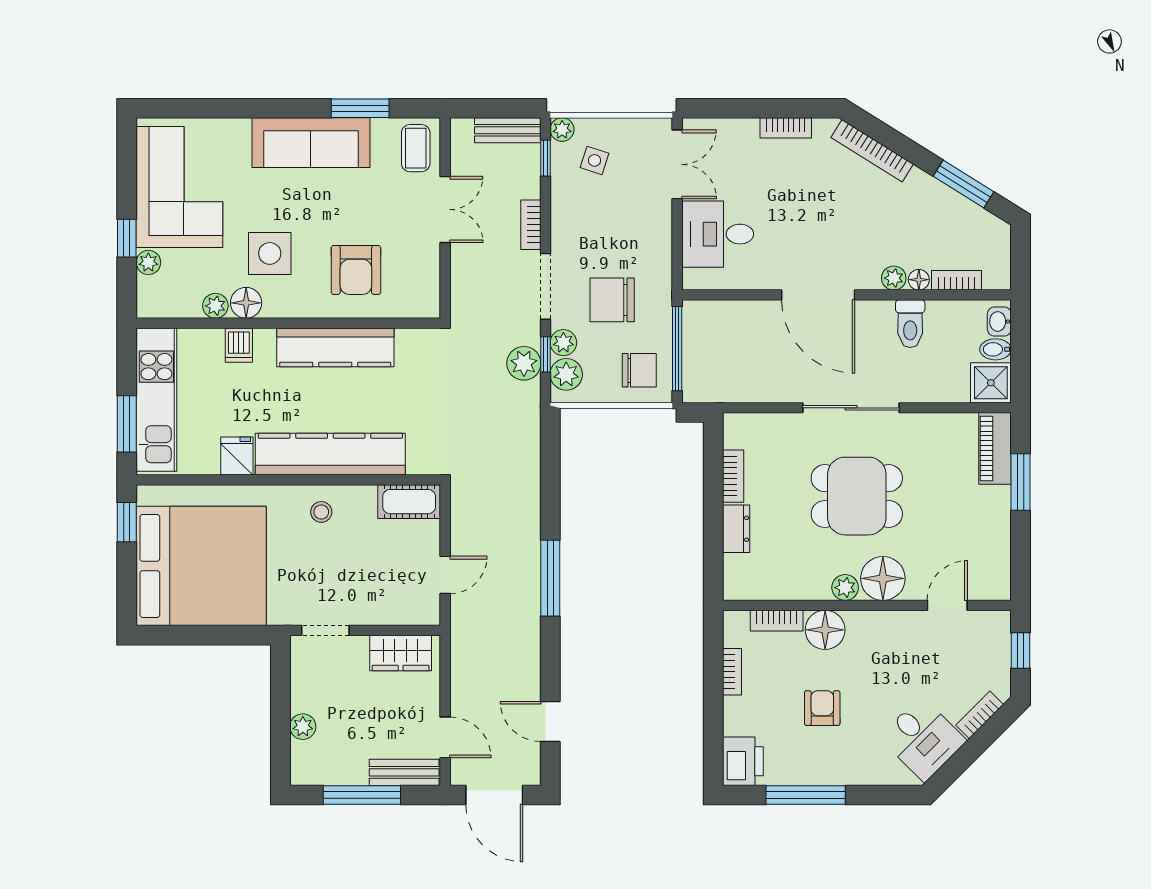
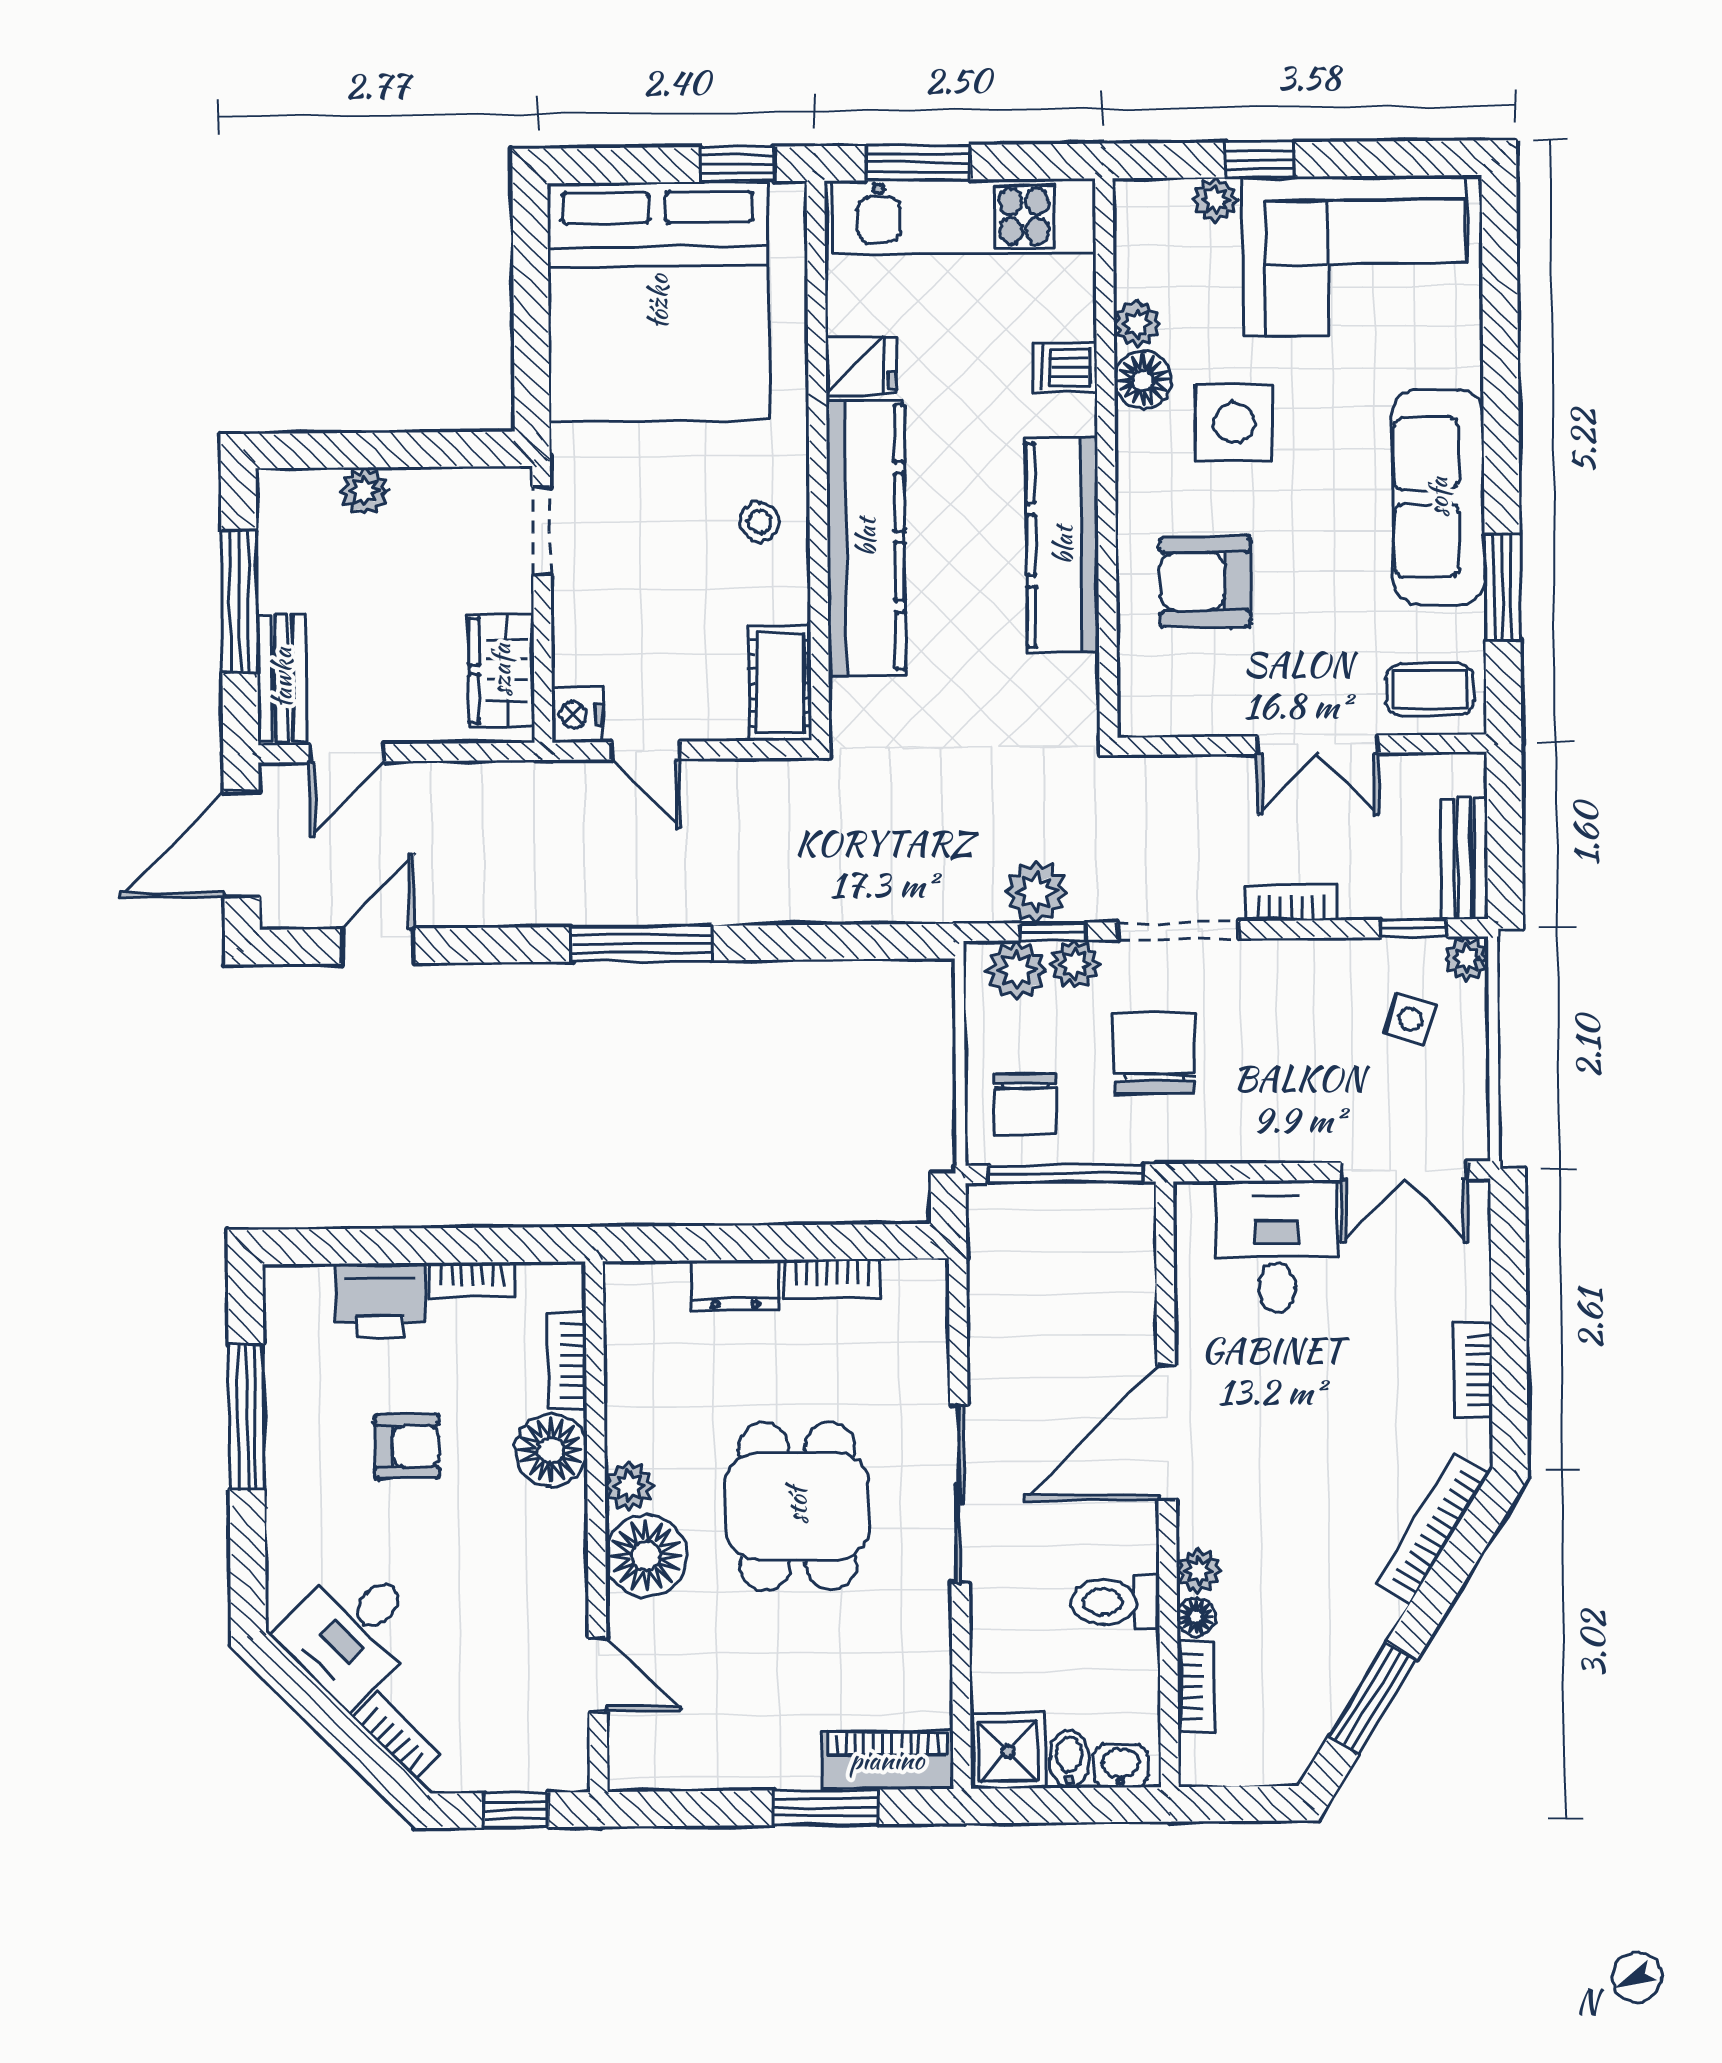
nightstand: (425, 612) -> (577, 715), added
printer: (743, 761) -> (380, 1300), moved

